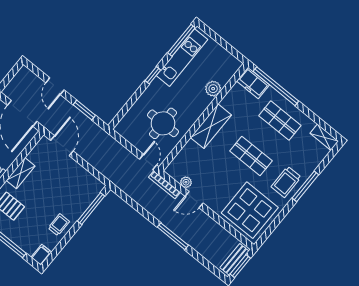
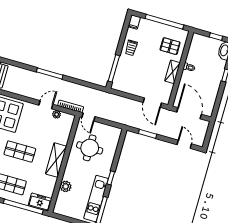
door: (55, 86) -> (184, 144), moved

